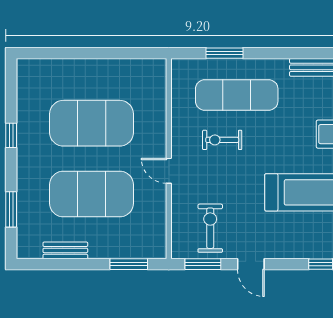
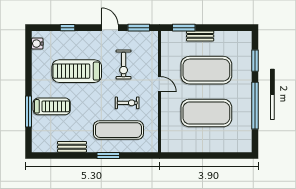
window: (224, 53) -> (108, 155), moved
window: (11, 135) -> (255, 106), width x3.17
exercise bike: (210, 228) -> (124, 65), moved
bench: (65, 250) -> (200, 36), moved

